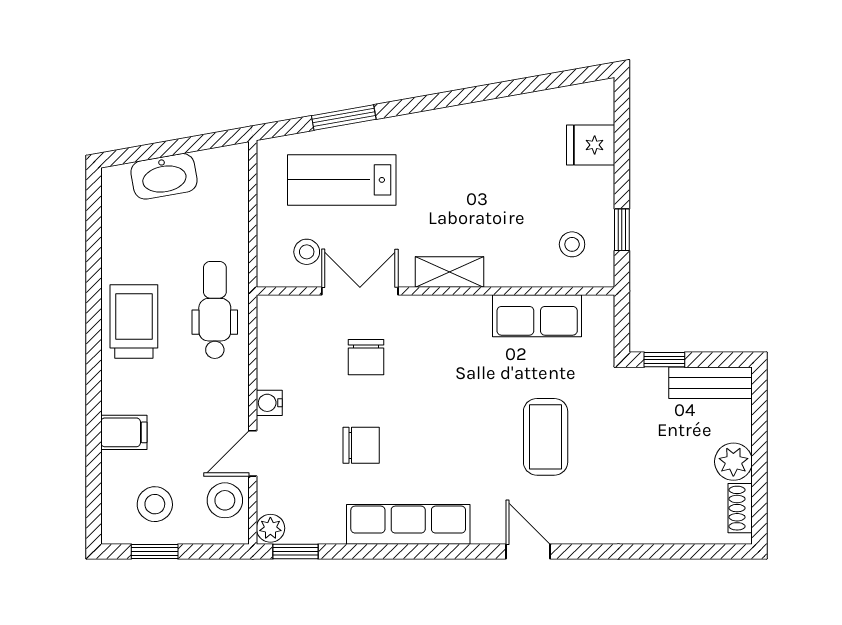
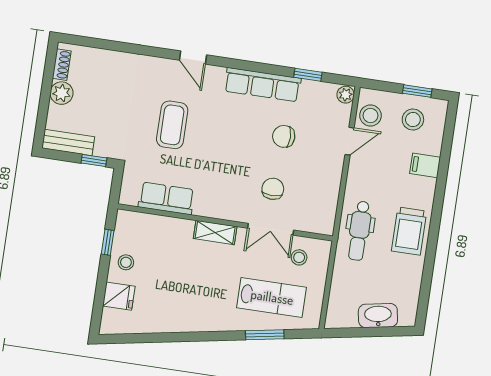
stool: (572, 244) -> (126, 262), moved
water cooler: (269, 403) -> (335, 170), removed
window: (295, 552) -> (308, 75), moved

